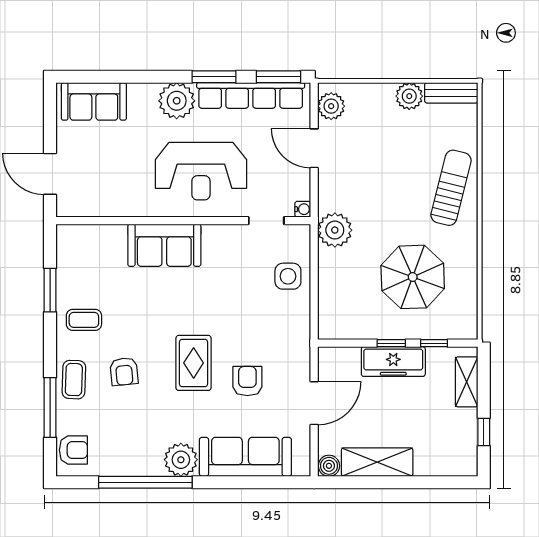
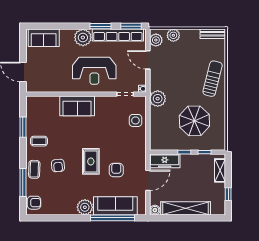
plant: (409, 96) -> (173, 35), moved
freezer: (393, 362) -> (165, 161), moved
shelving: (377, 462) -> (186, 208), width x1.47
window: (145, 482) -> (113, 218), moved

